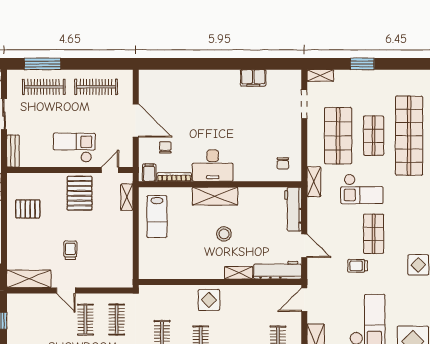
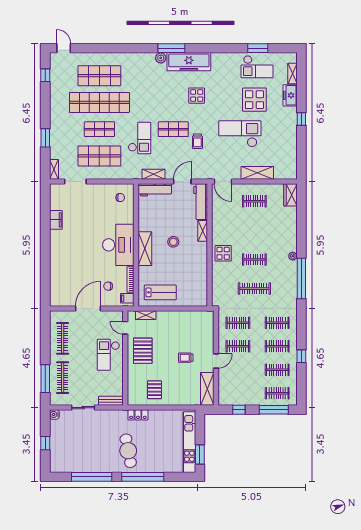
desk: (213, 166) -> (118, 245), width x1.36, depth x1.30
shelving: (314, 182) -> (154, 174), moved
pallet: (80, 193) -> (143, 351), turned 90

